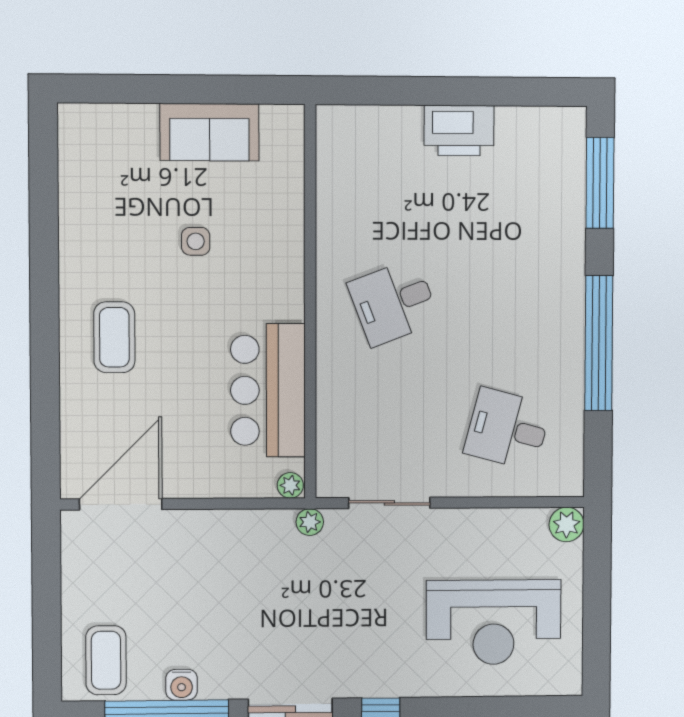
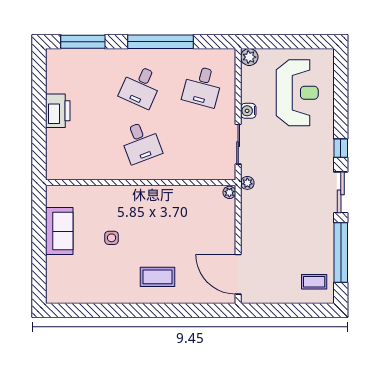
desk: (508, 302) -> (141, 86), added
bar counter: (268, 390) -> (183, 203), removed
coffee table: (106, 660) -> (314, 282), width x0.73, depth x0.77
water cooler: (182, 685) -> (248, 111), moved, turned 180

